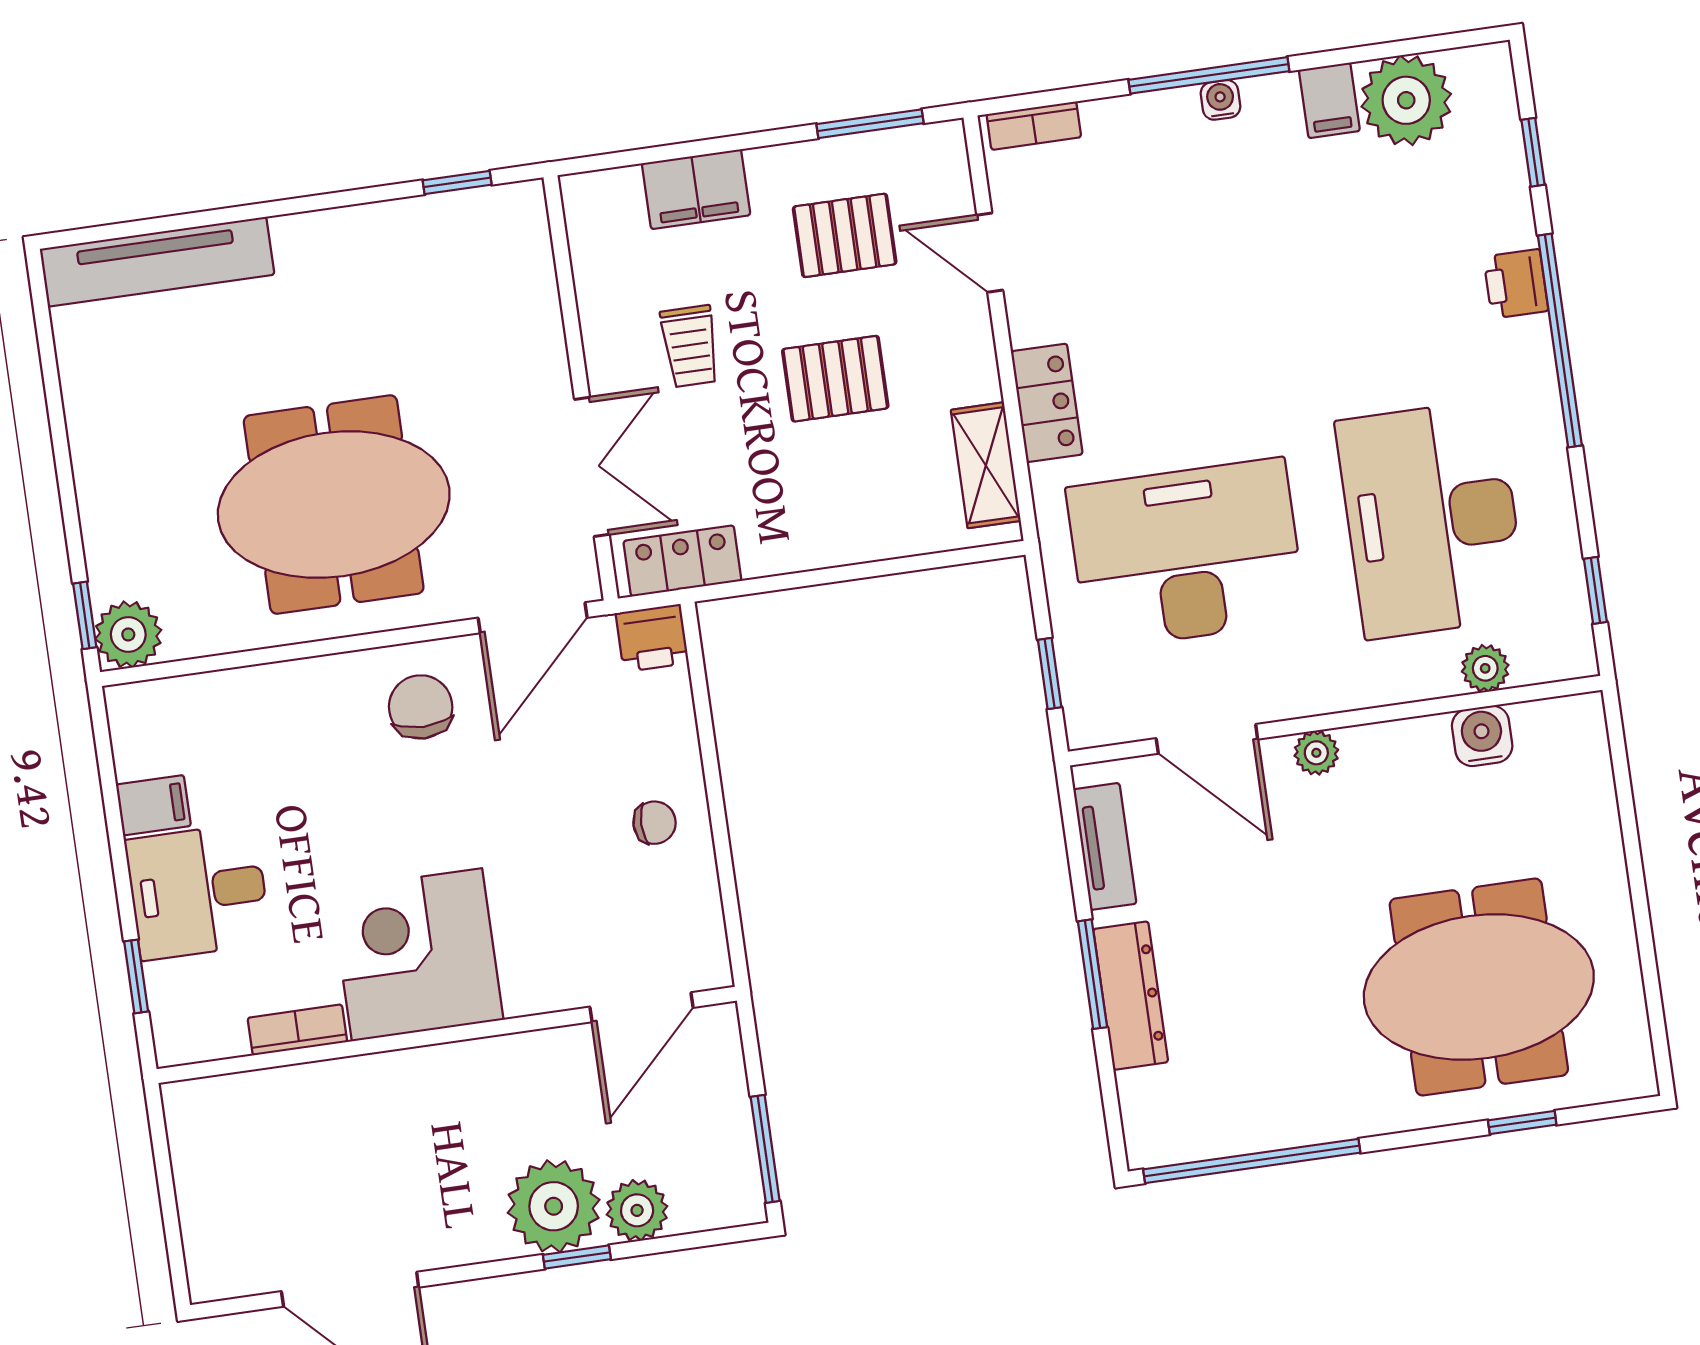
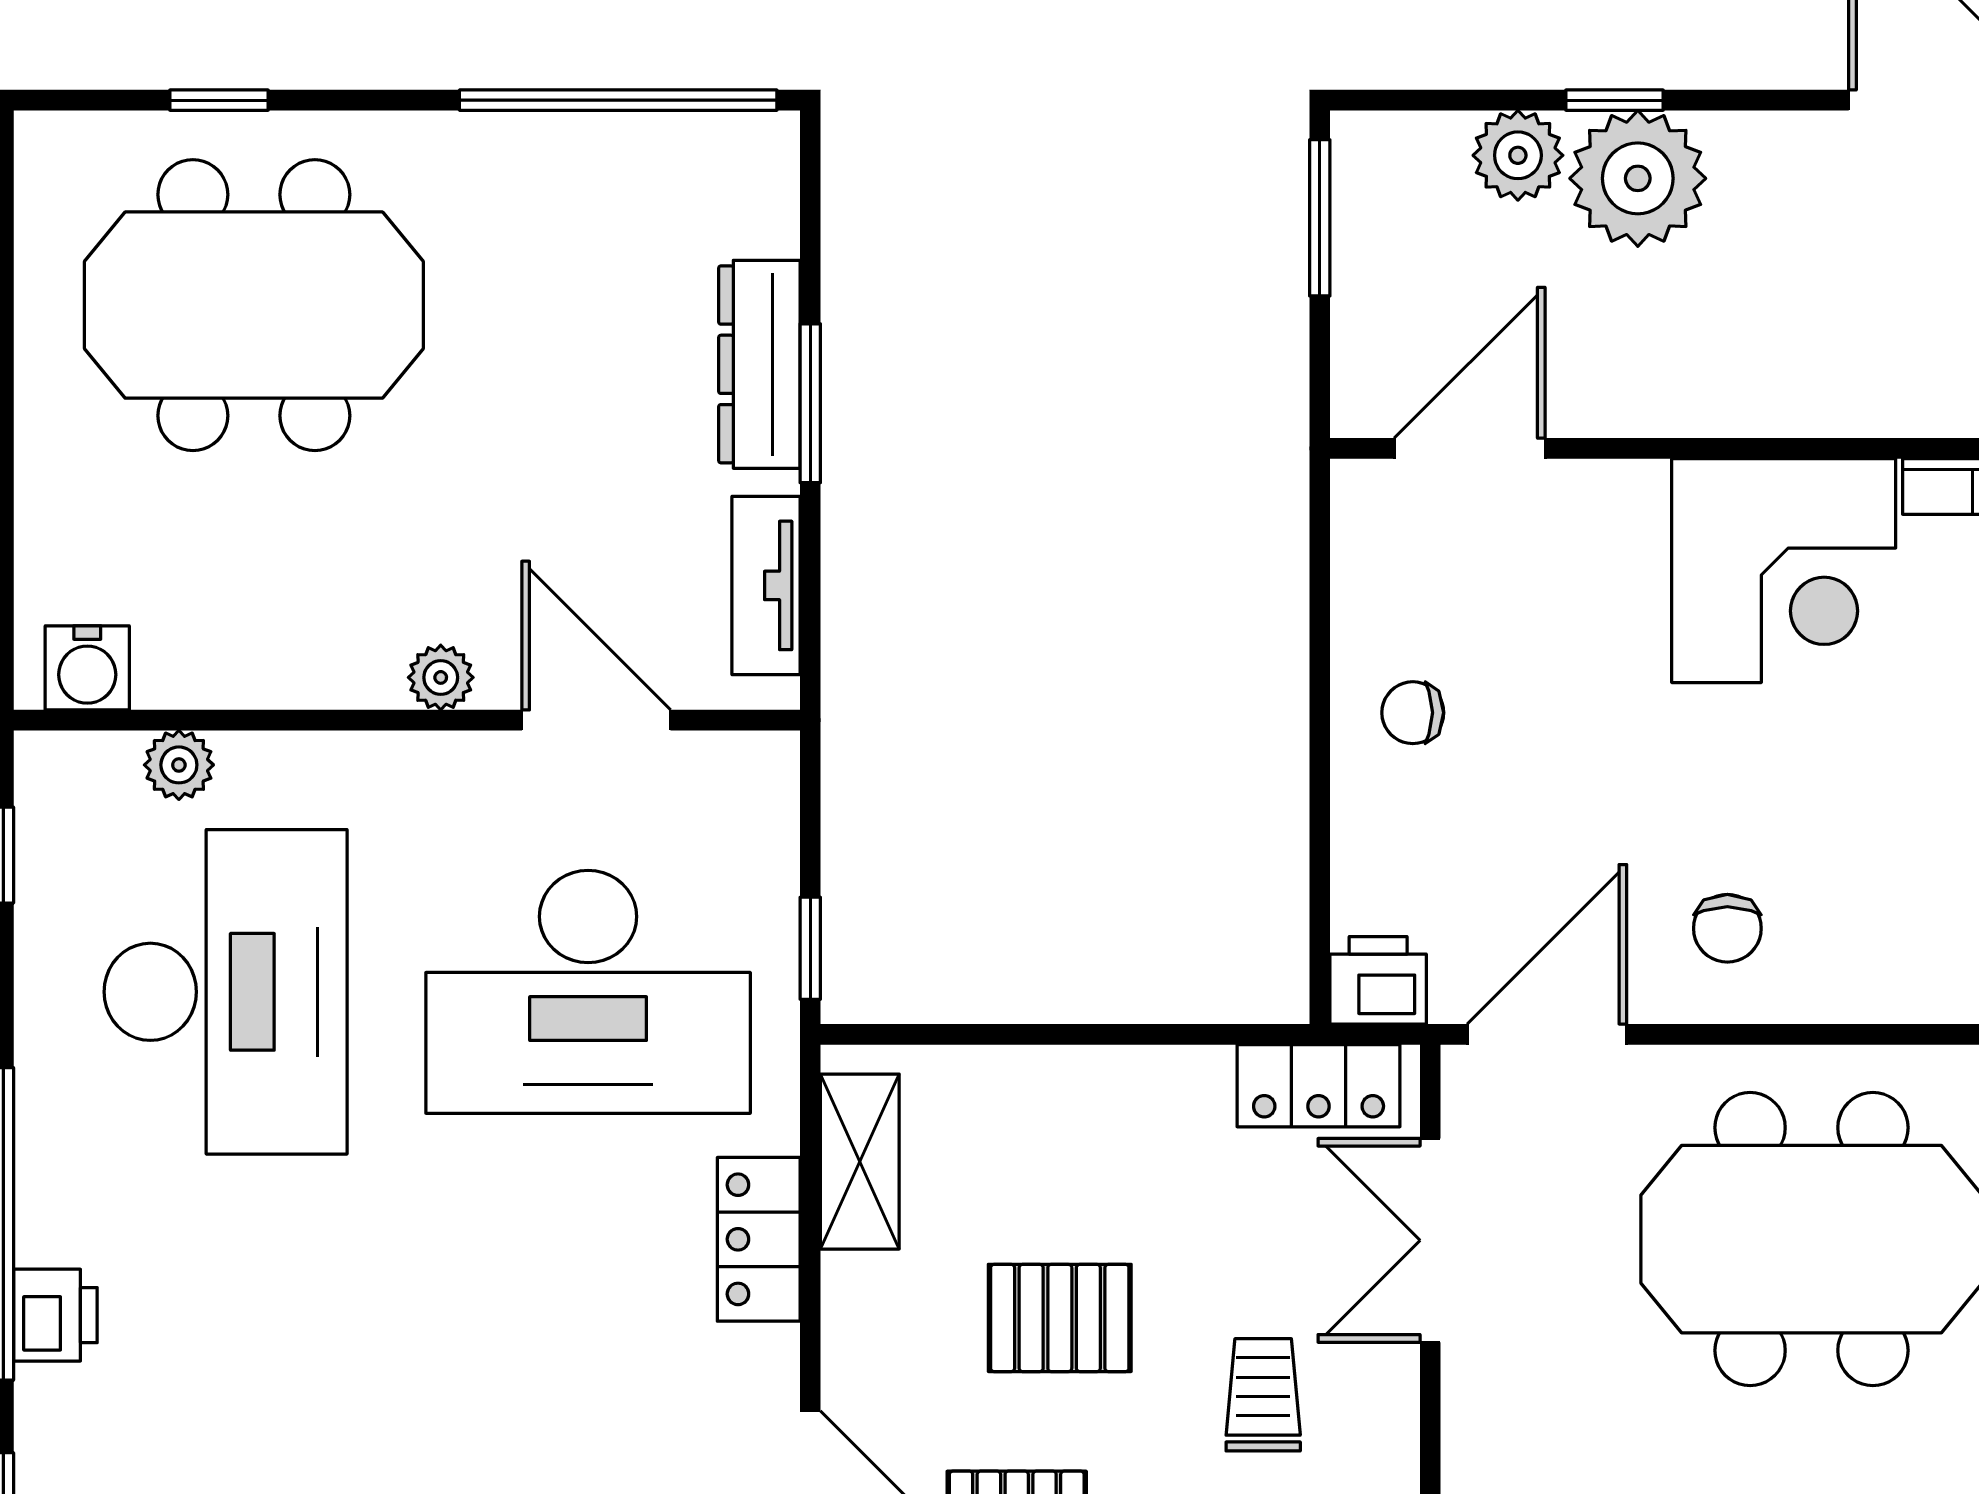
window: (1050, 673) -> (810, 948), moved
chair: (421, 707) -> (1727, 928), width x0.73, depth x0.73
water cooler: (1482, 736) -> (87, 668), moved

